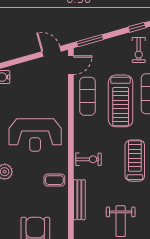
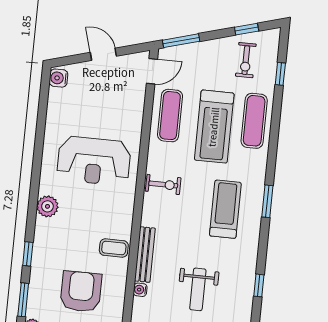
door: (52, 51) -> (103, 54), moved
exercise bike: (89, 159) -> (163, 184), moved
coffee table: (54, 180) -> (114, 248), moved
water cooler: (79, 226) -> (140, 290), added

